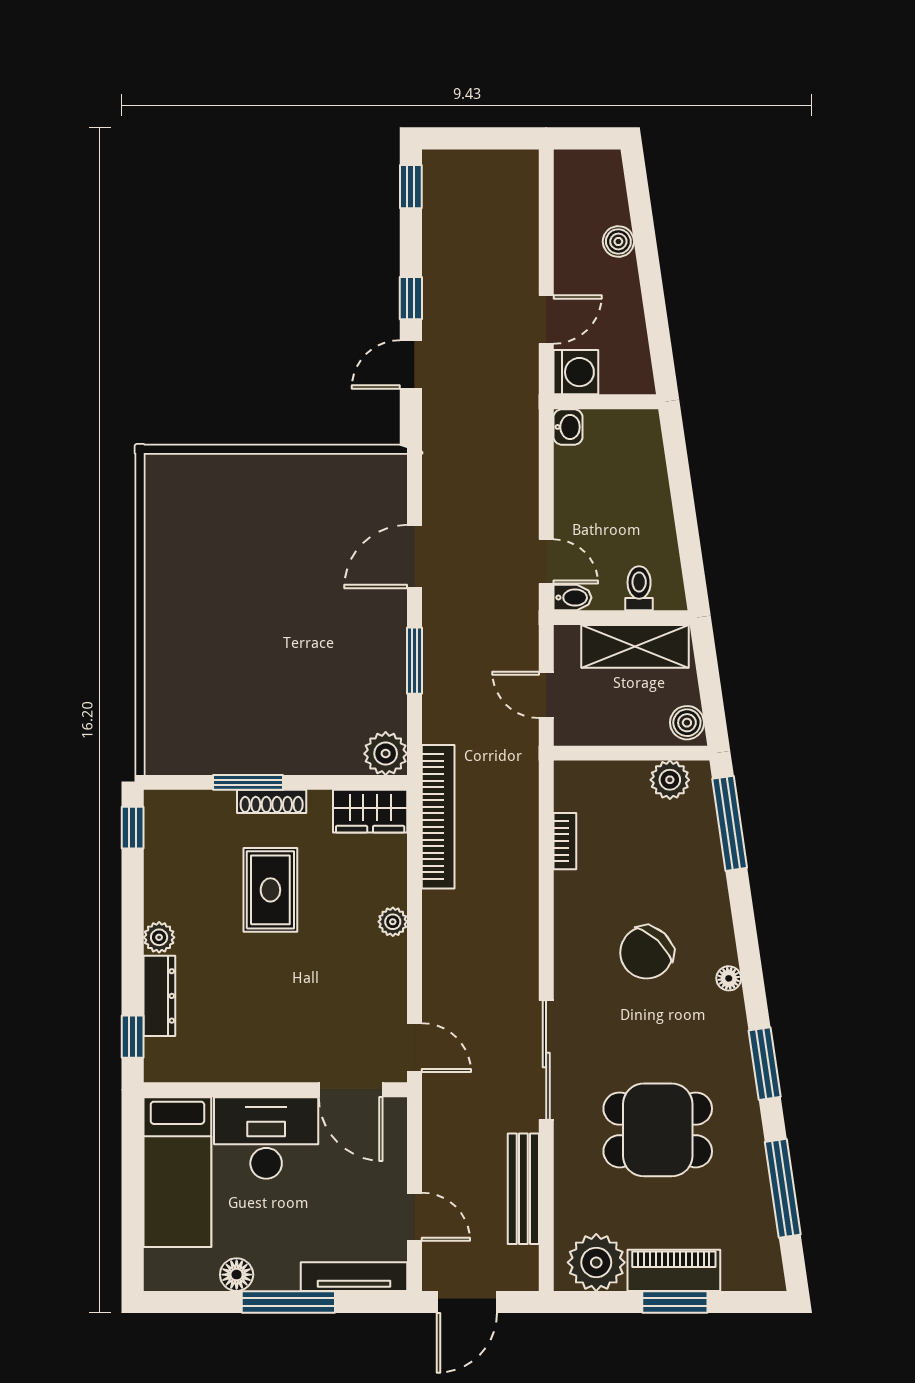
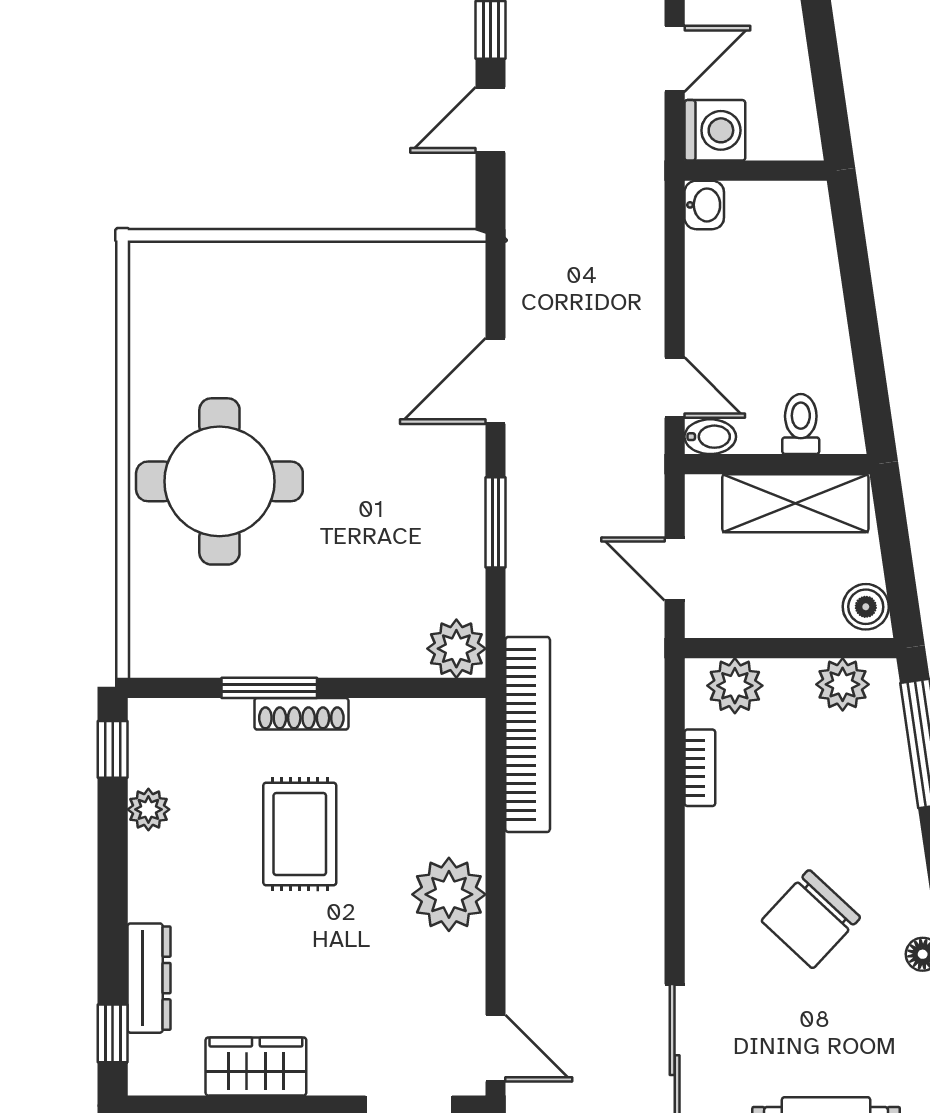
round table: (211, 630) -> (219, 481), added
plant: (591, 781) -> (735, 686), added
wardrobe: (370, 811) -> (256, 1066), moved, turned 180
plant: (393, 922) -> (449, 894), width x1.88, depth x1.88
plant: (159, 937) -> (148, 809), moved

